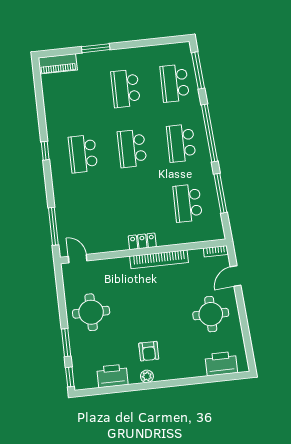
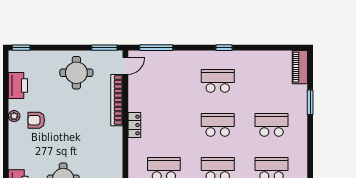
bookcase: (159, 259) -> (117, 100), moved
window: (66, 343) -> (104, 48), moved

